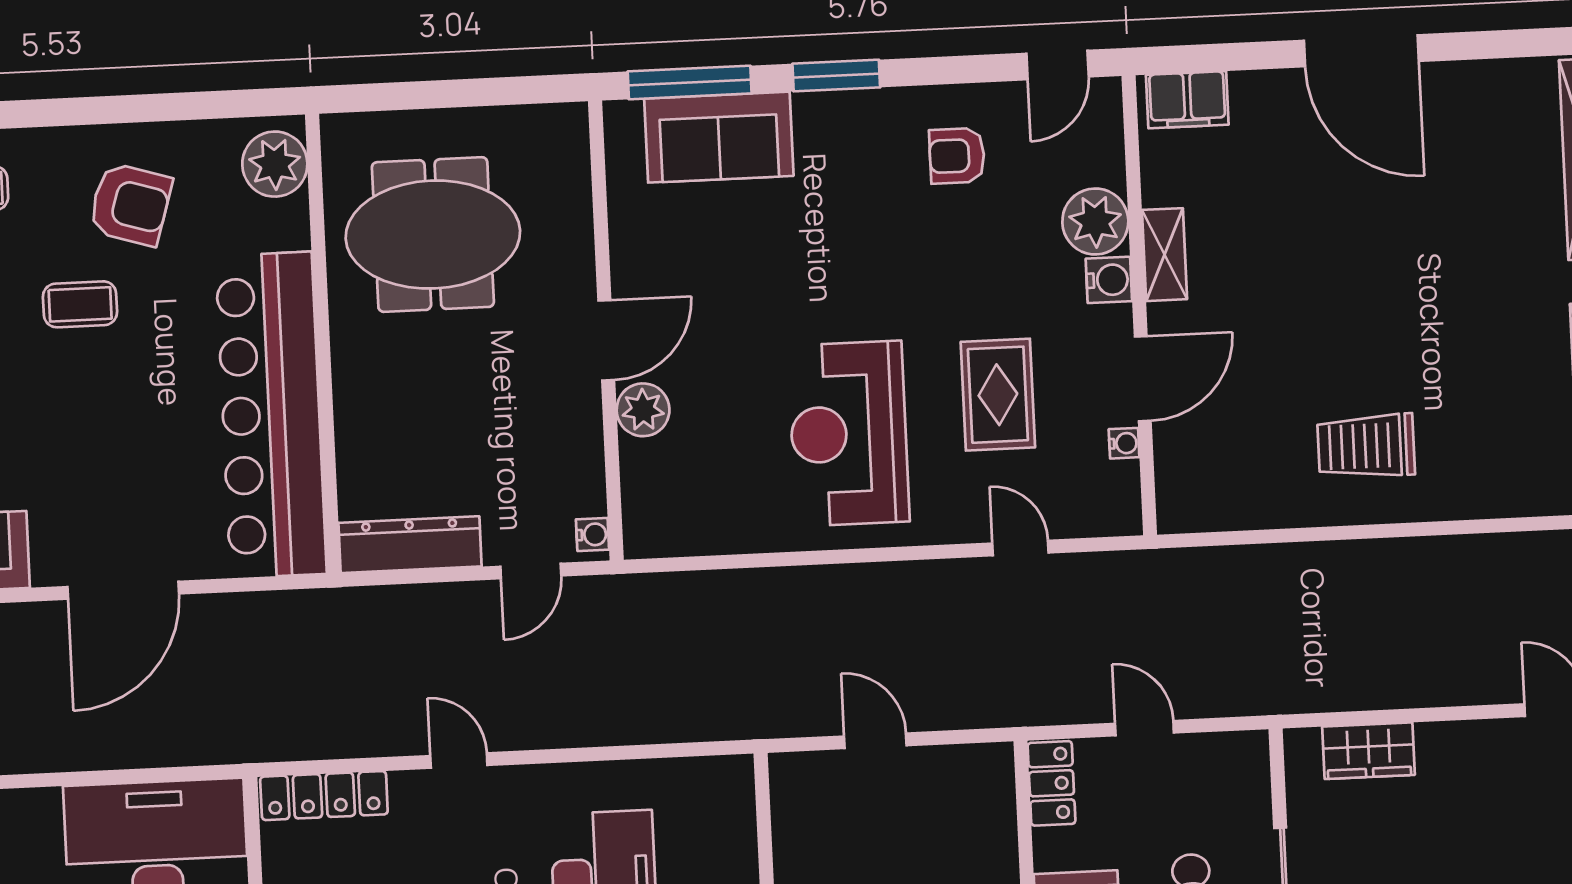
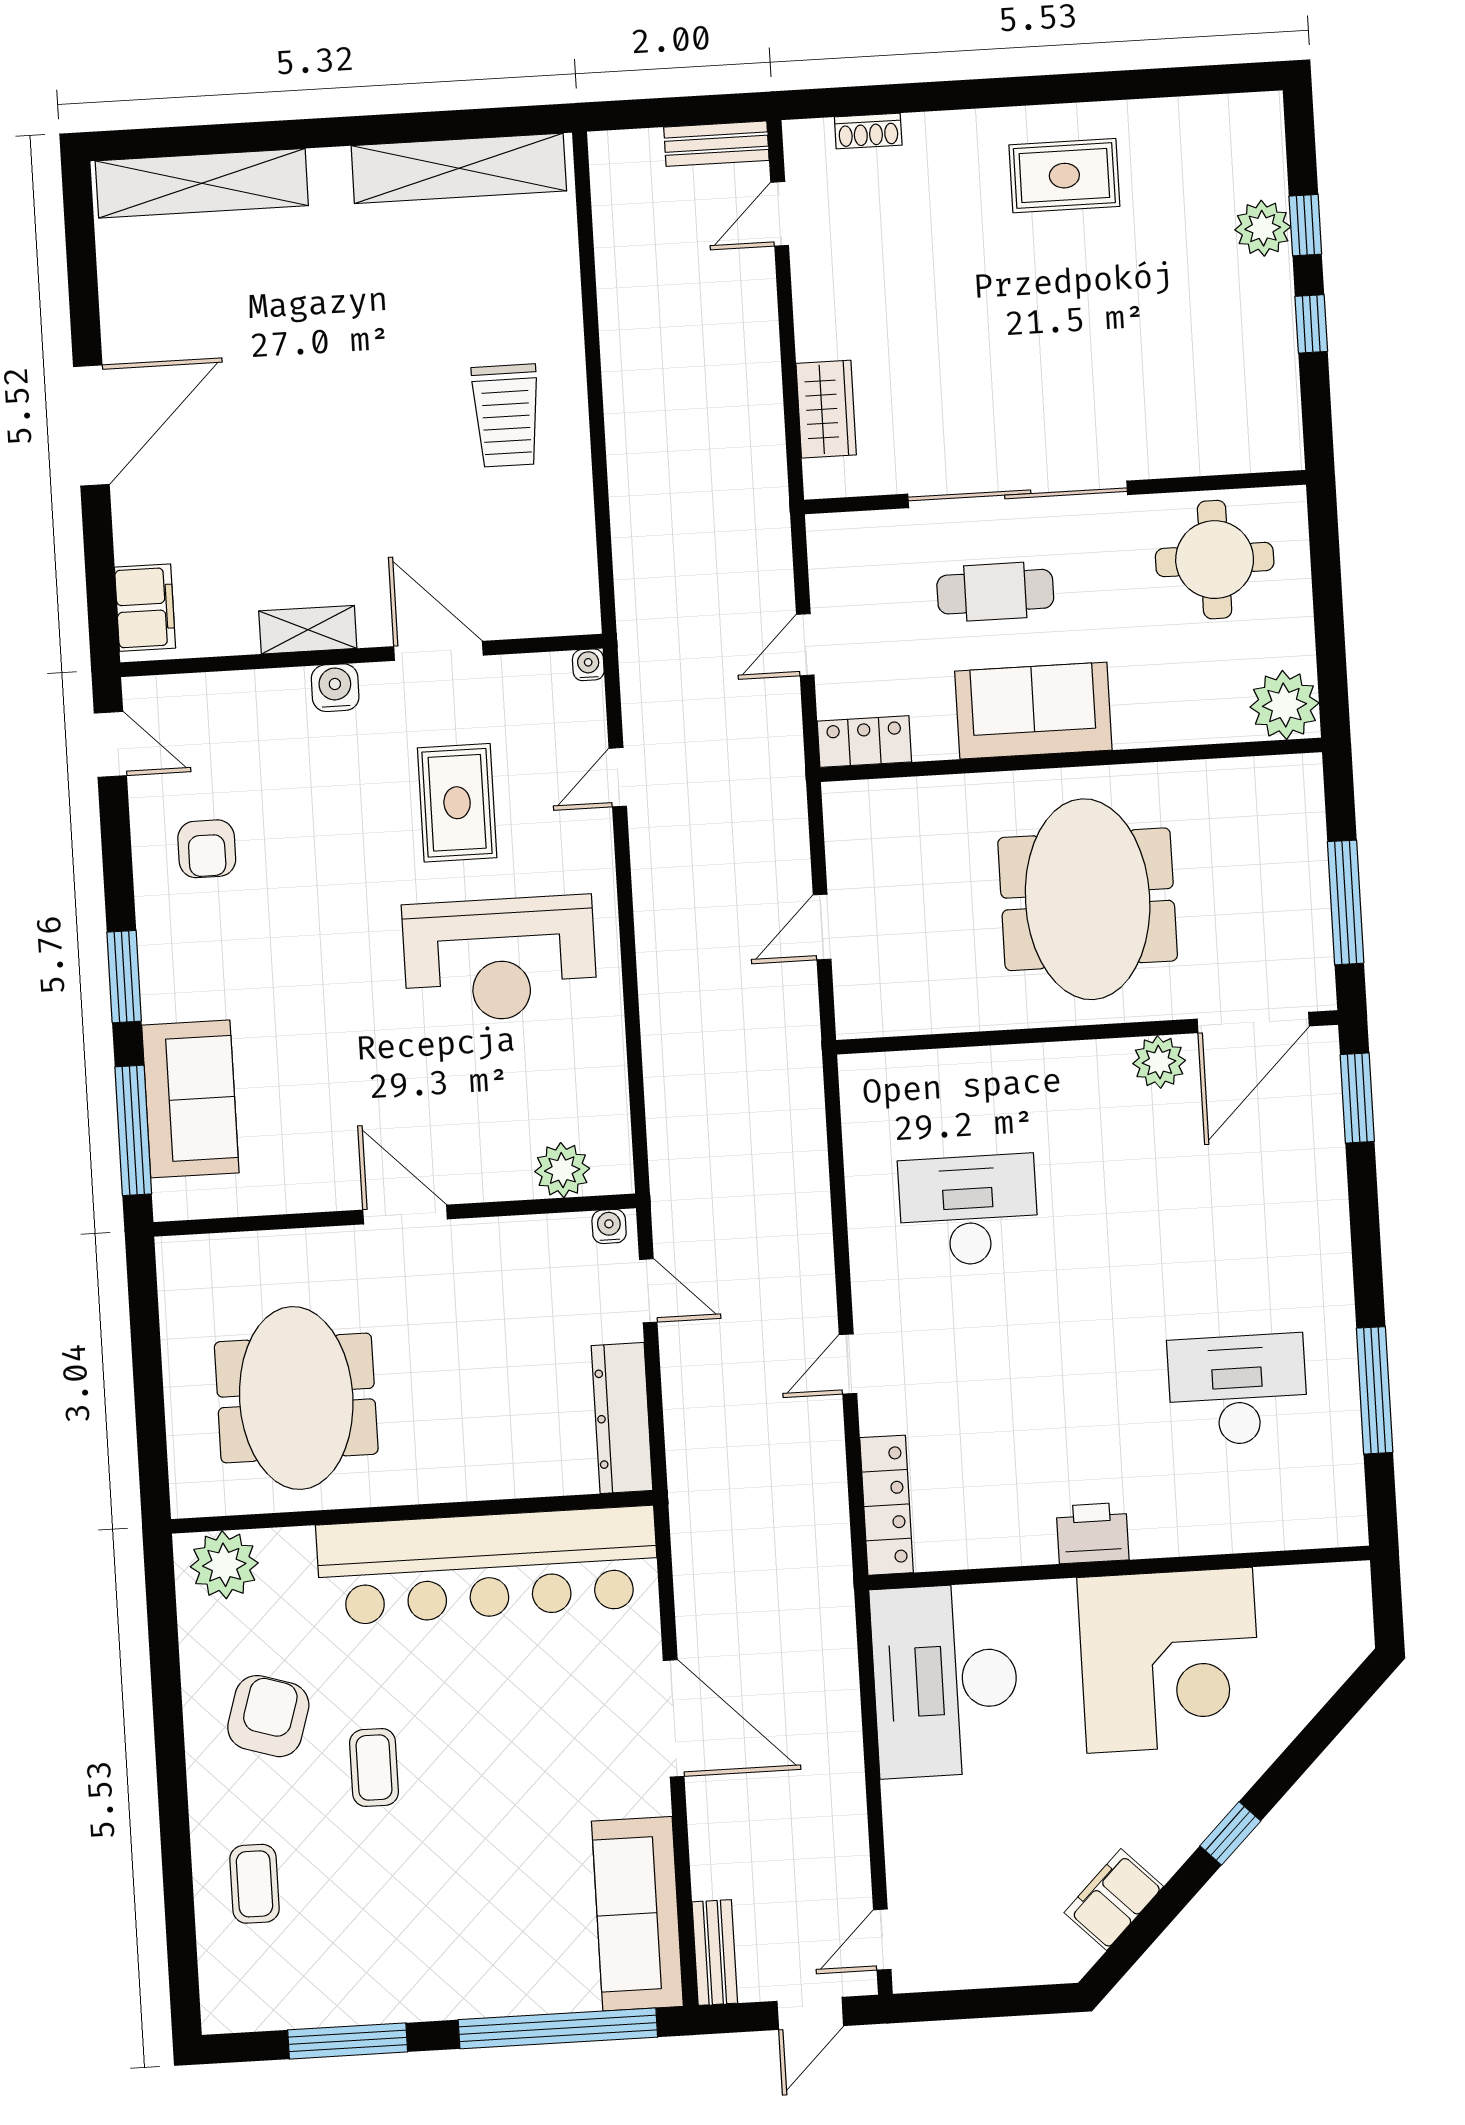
plant: (1095, 221) -> (274, 703), removed
rug: (998, 395) -> (457, 803), turned 90
plant: (643, 410) -> (562, 1170), moved
water cooler: (1124, 443) -> (588, 665), moved

